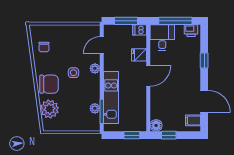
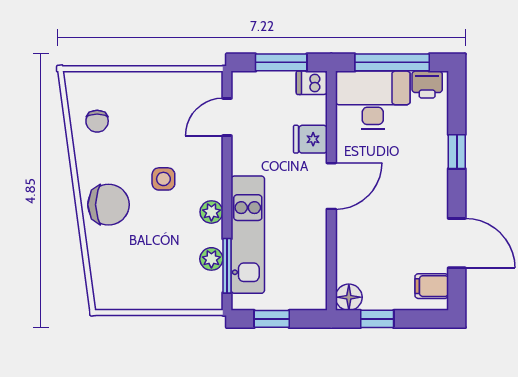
desk: (162, 38) -> (373, 100), width x1.37
plant: (95, 68) -> (211, 212), moved
plant: (49, 109) -> (109, 260), removed
window: (132, 135) -> (272, 319), moved

